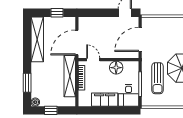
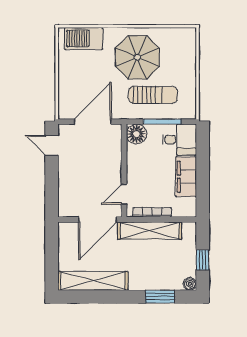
window: (57, 13) -> (52, 250), removed
door: (140, 39) -> (93, 122), swing flipped
door: (77, 42) -> (98, 220), hinge flipped
floor lamp: (116, 68) -> (136, 134), moved

